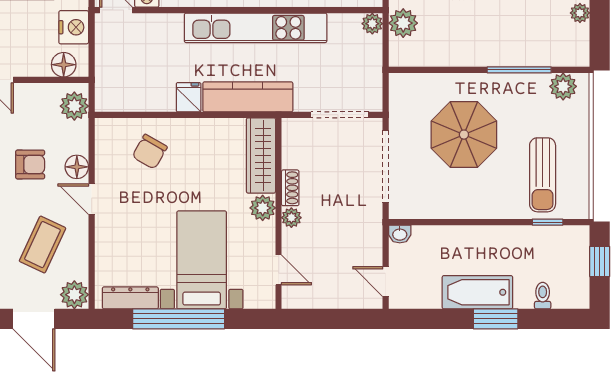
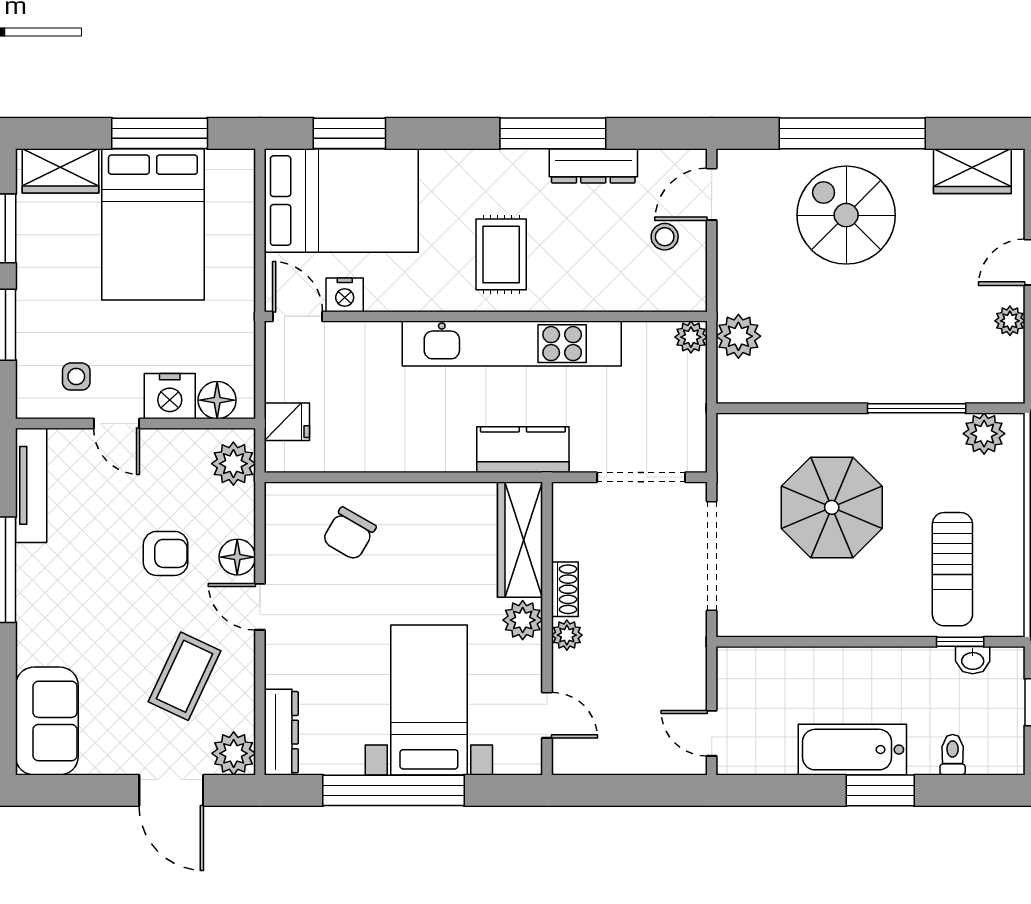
nightstand: (74, 27) -> (170, 396), moved, turned 90
fridge: (189, 97) -> (287, 422), moved, turned 90
kitchen counter: (248, 97) -> (523, 450), width x0.67
washbasin: (400, 234) -> (973, 660), moved
dresser: (130, 298) -> (281, 732), moved, turned 90

